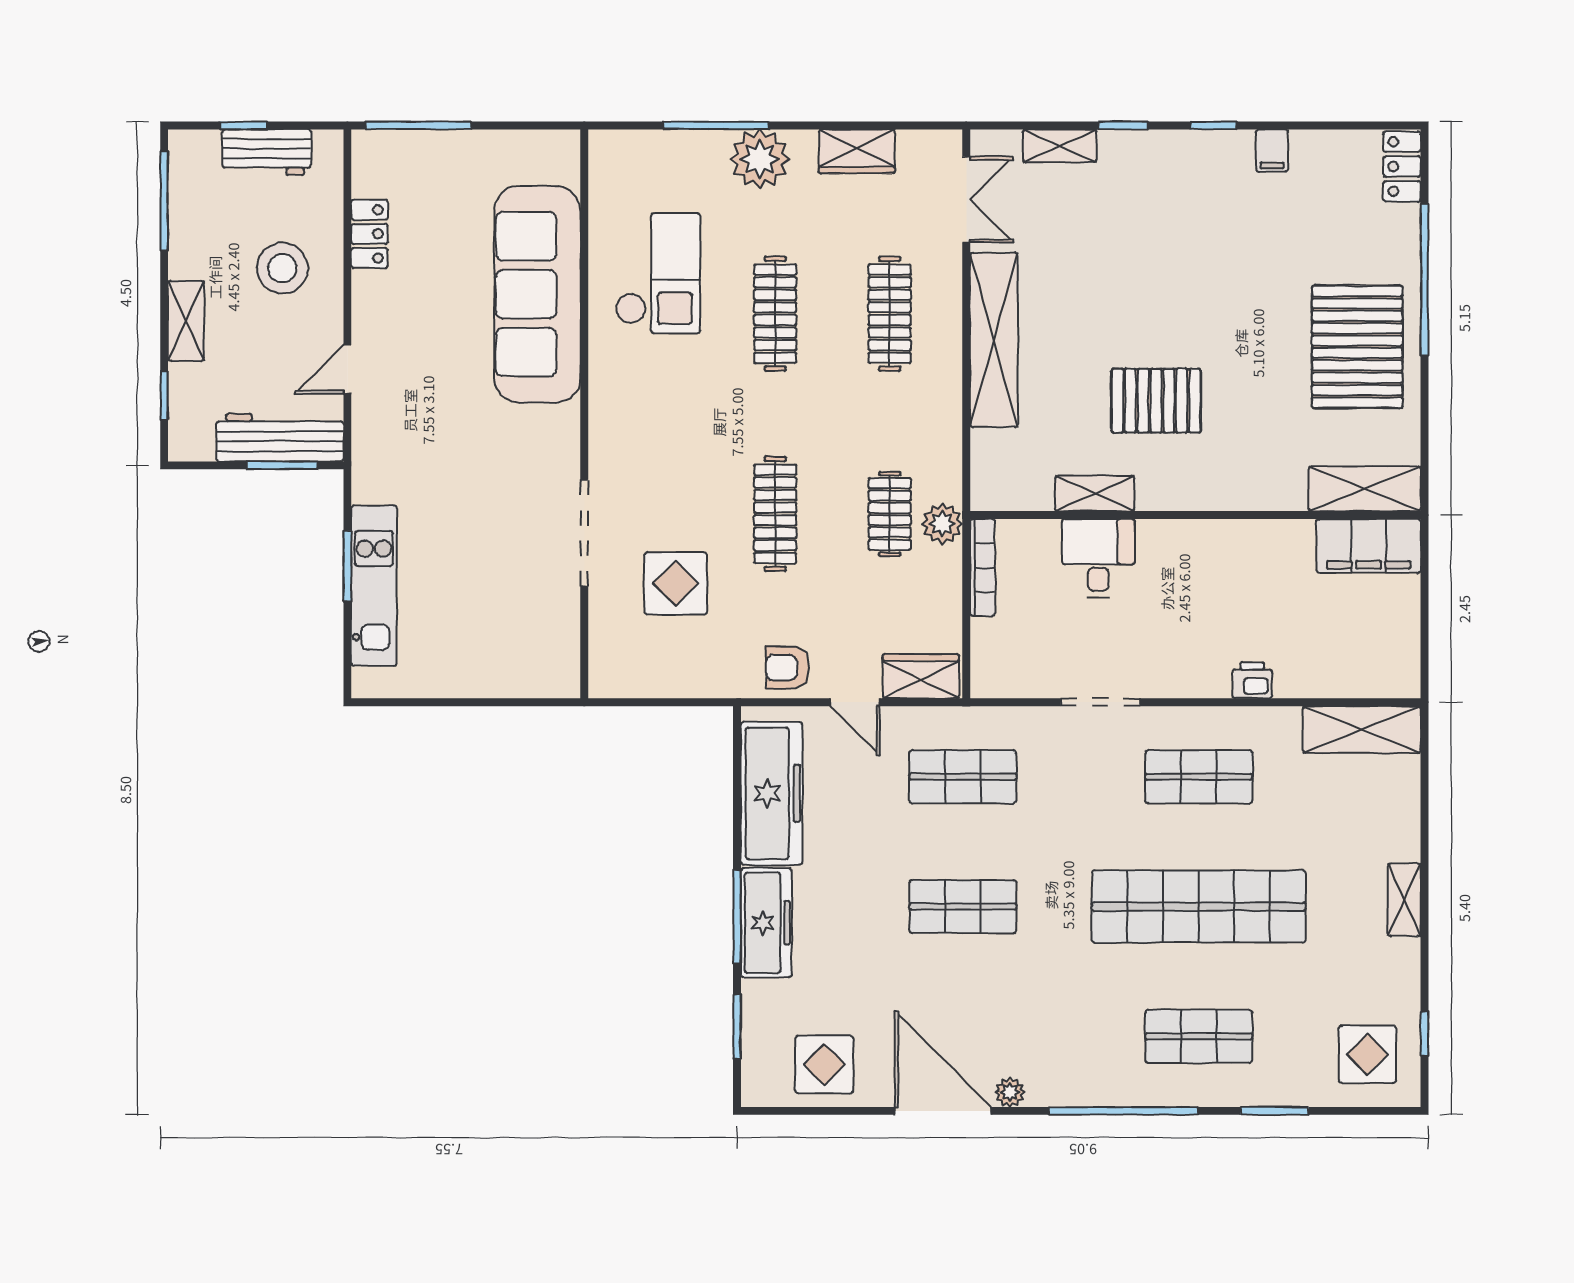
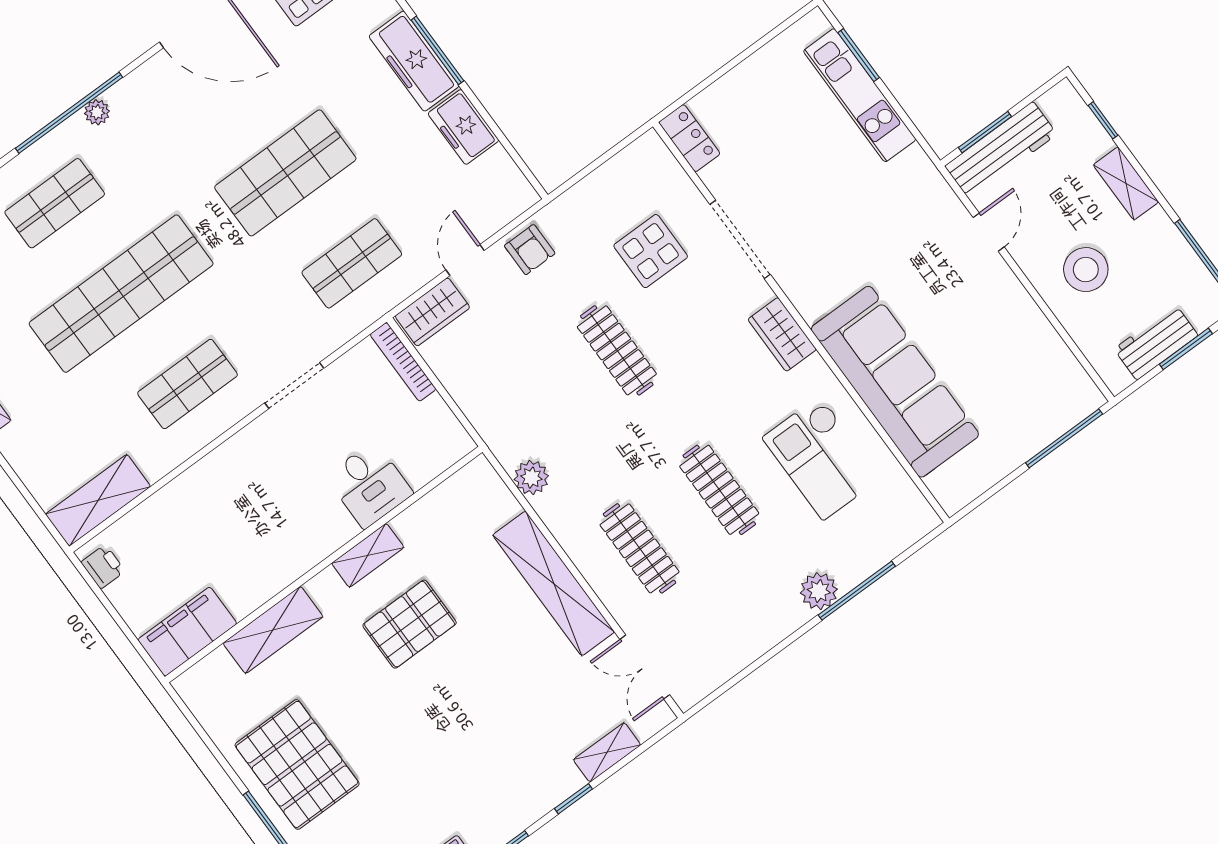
window: (244, 125) -> (1186, 349), width x1.50
wardrobe: (857, 151) -> (782, 334), moved, turned -90
plant: (760, 159) -> (819, 591), width x0.73, depth x0.73
locker: (370, 234) -> (689, 138), moved, turned 180
shelving: (1365, 489) -> (273, 630), moved
shelving: (1095, 493) -> (368, 555), moved
clothes rail: (890, 514) -> (537, 409), removed
plant: (942, 524) -> (531, 478), moved
window: (347, 566) -> (859, 55), moved
bookcase: (982, 567) -> (403, 362), moved
armchair: (787, 668) -> (530, 250), turned 90
printer: (1252, 680) -> (103, 567), moved, turned -90
door: (855, 702) -> (465, 260), hinge flipped
freezer: (772, 793) -> (463, 127), width x0.52, depth x0.79
shop shelf: (963, 907) -> (285, 173), width x1.43, depth x1.36
plant: (1010, 1092) -> (97, 112), moved

